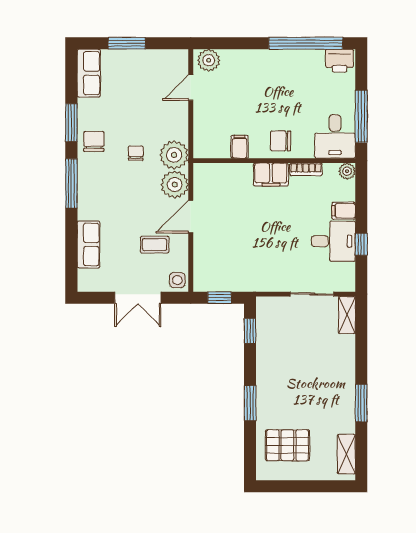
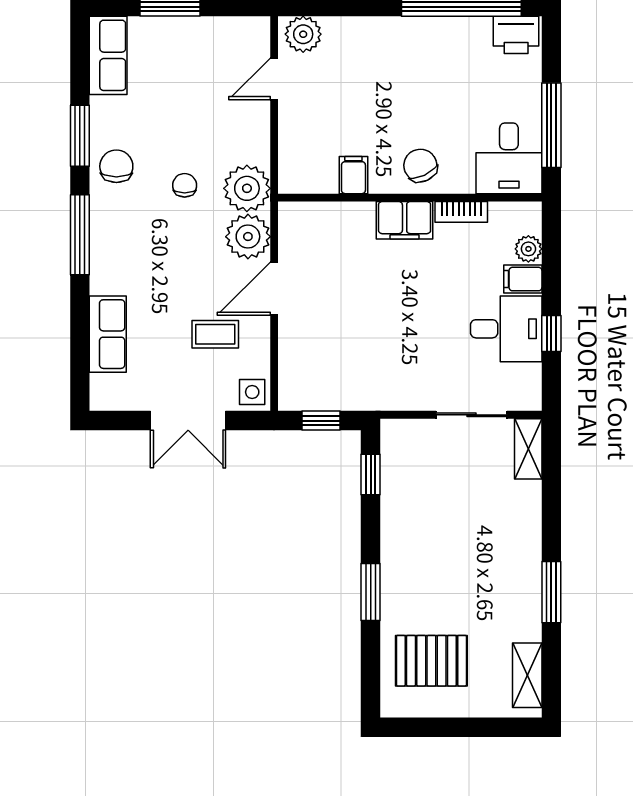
chair: (281, 141) -> (420, 166), turned 65
plant: (347, 171) -> (528, 249), moved

